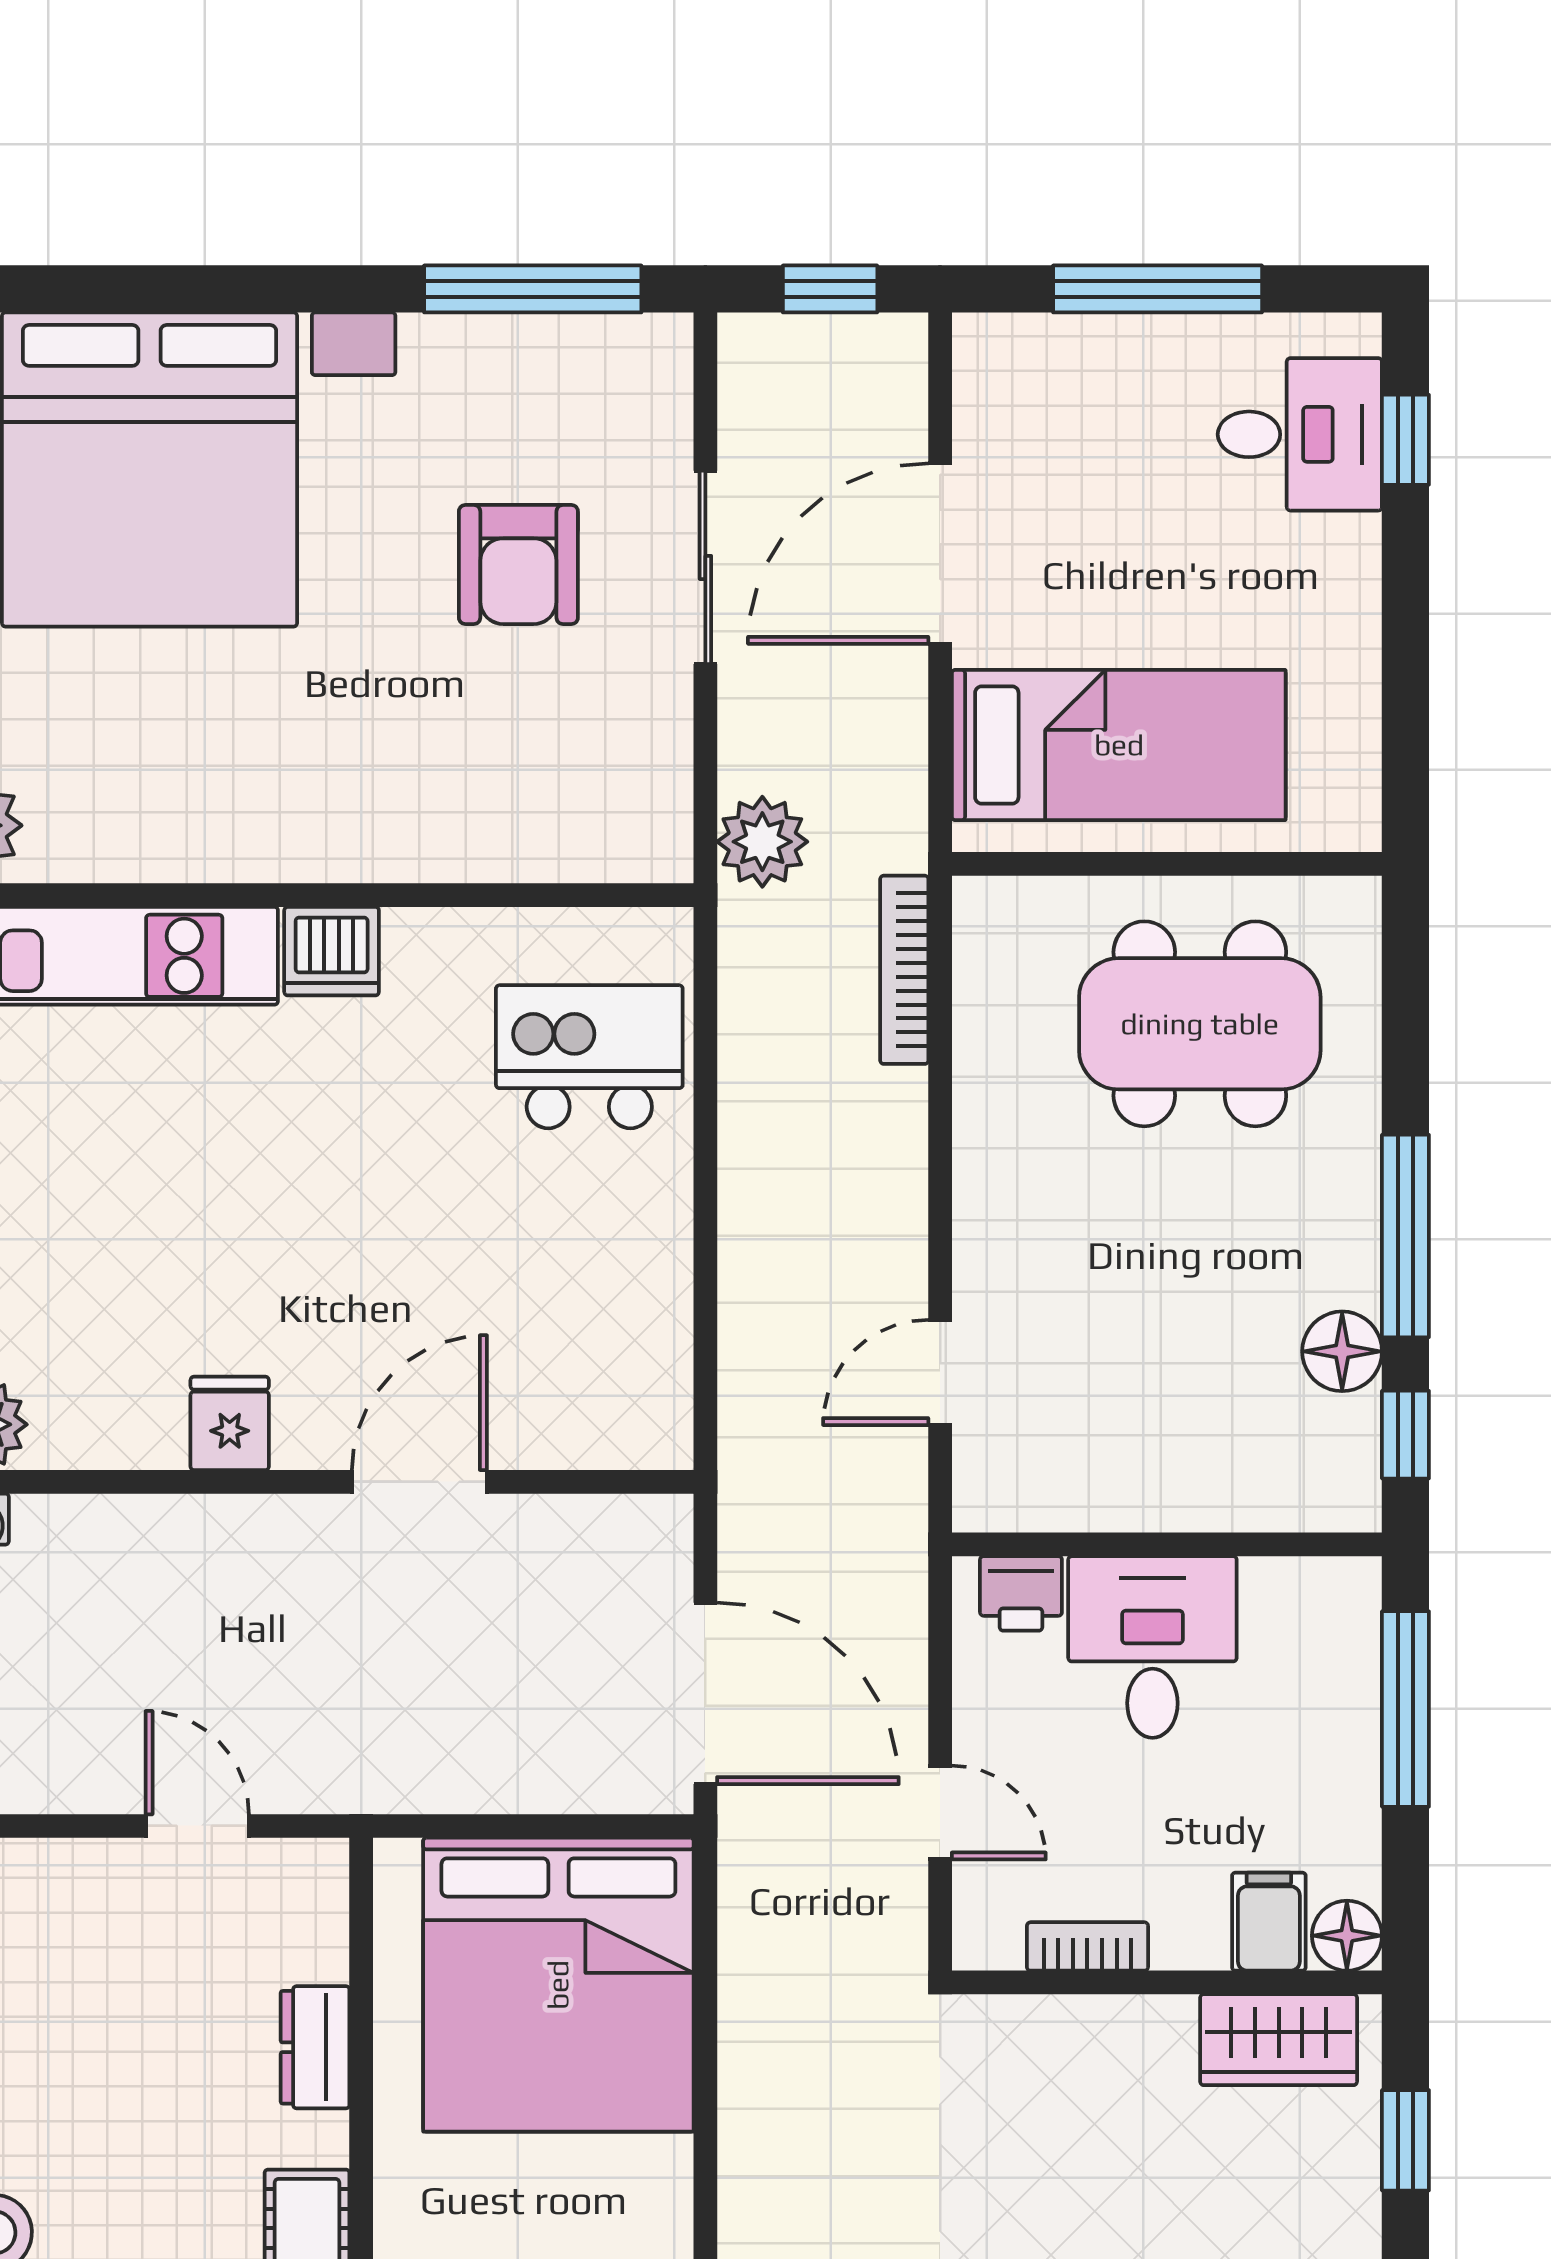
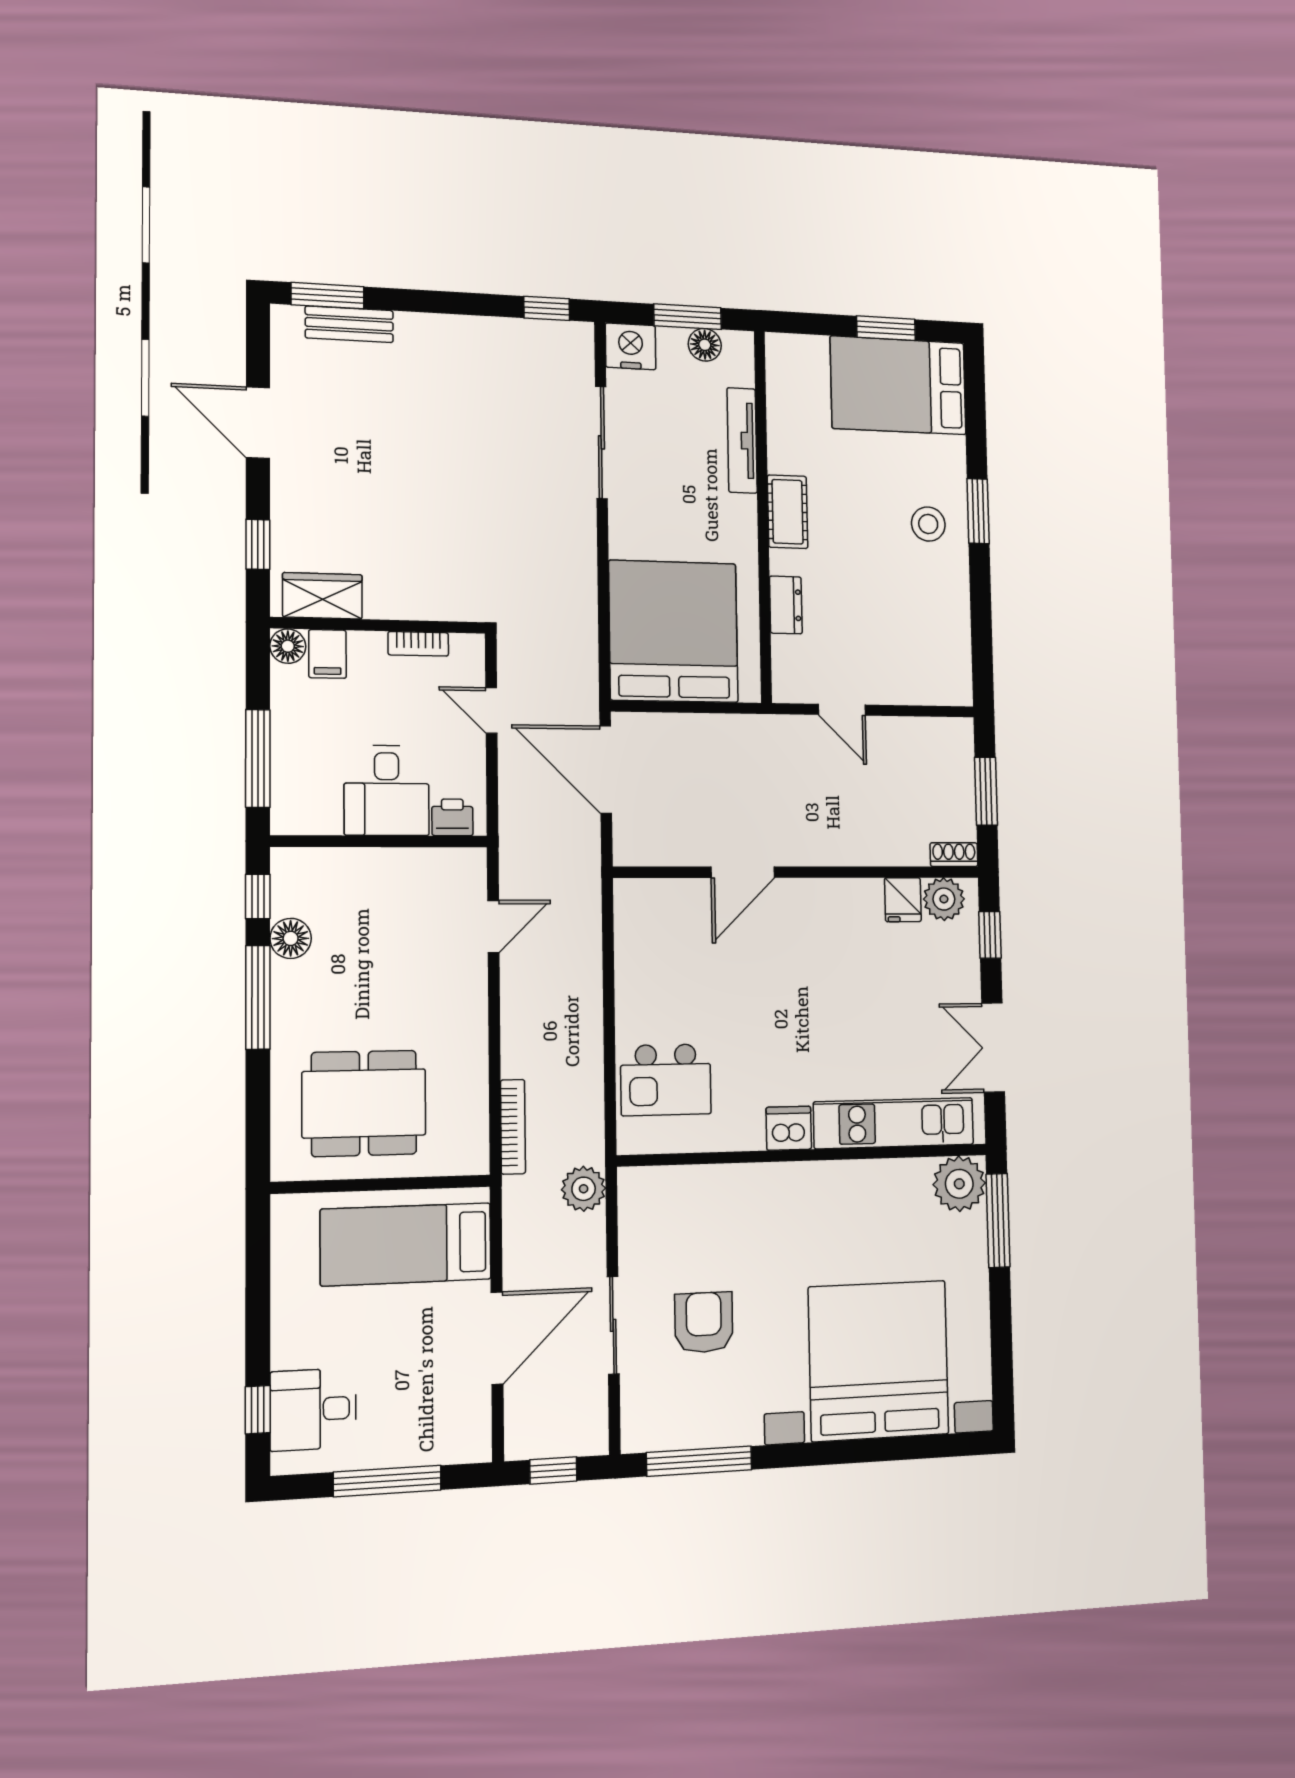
fridge: (230, 1423) -> (903, 900), moved

